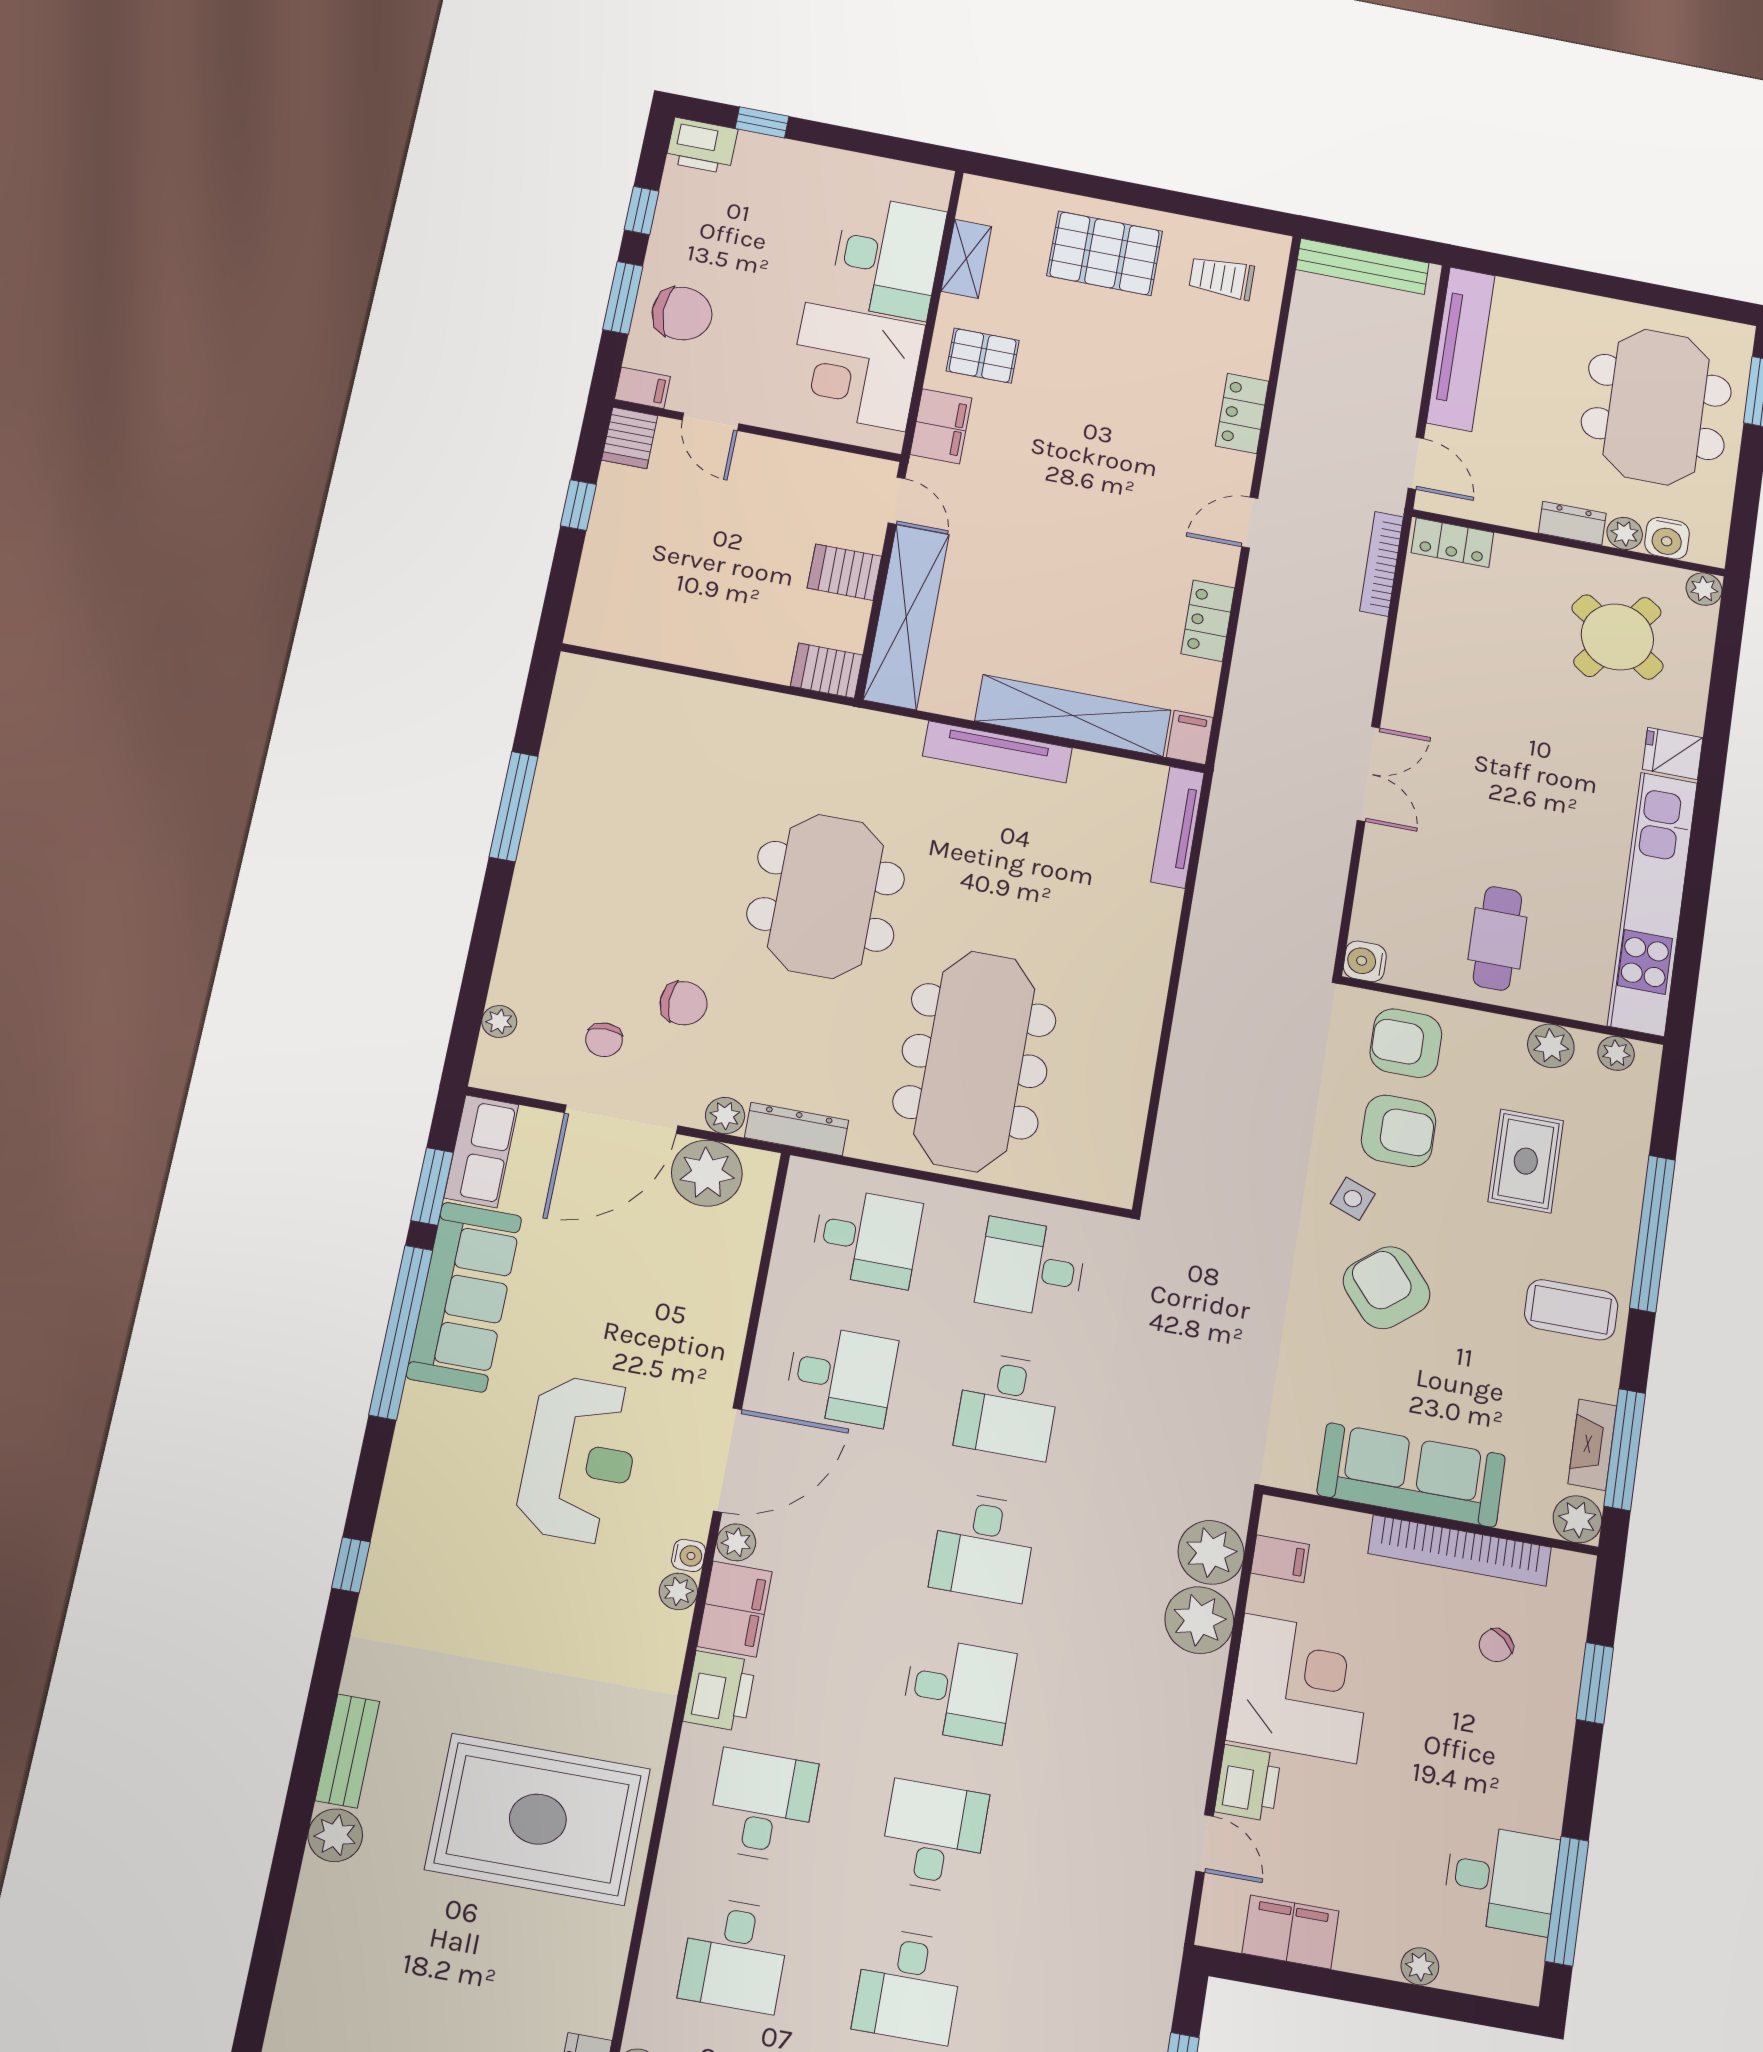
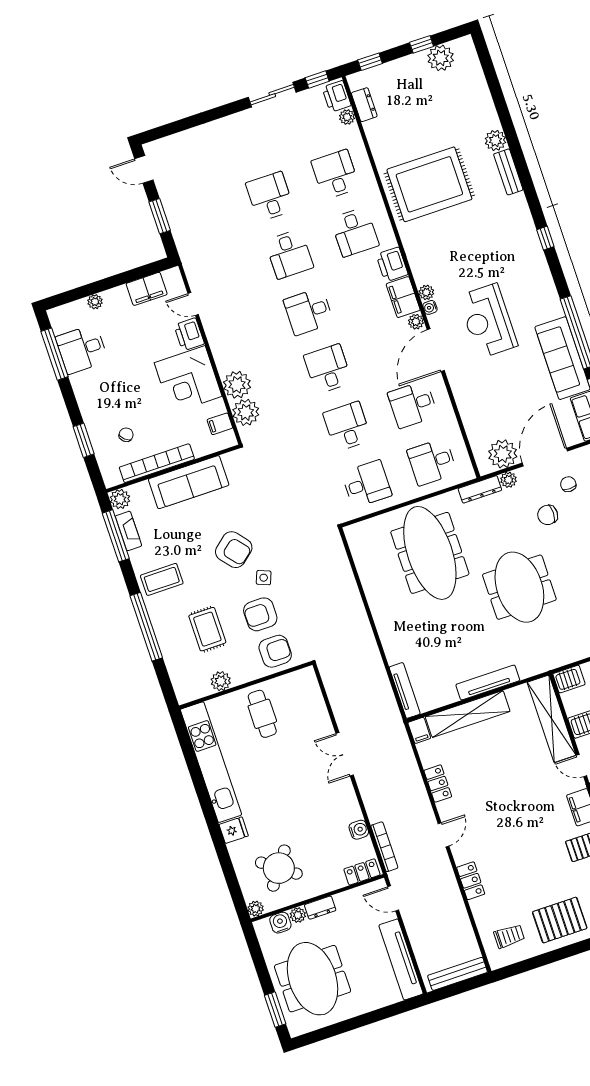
water cooler: (1365, 961) -> (359, 830), moved
plant: (1616, 1053) -> (195, 692), removed

